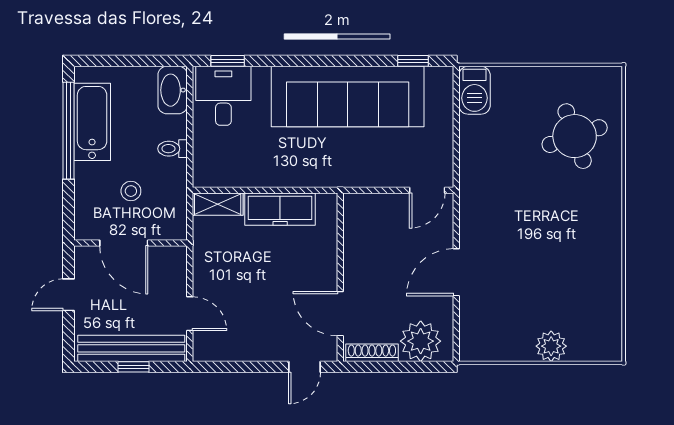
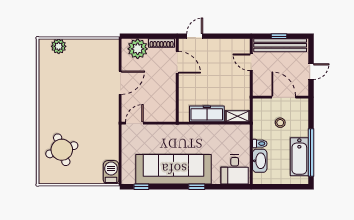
window: (228, 61) -> (197, 187), moved
washbasin: (173, 90) -> (260, 161), moved
plant: (551, 346) -> (59, 46), moved

